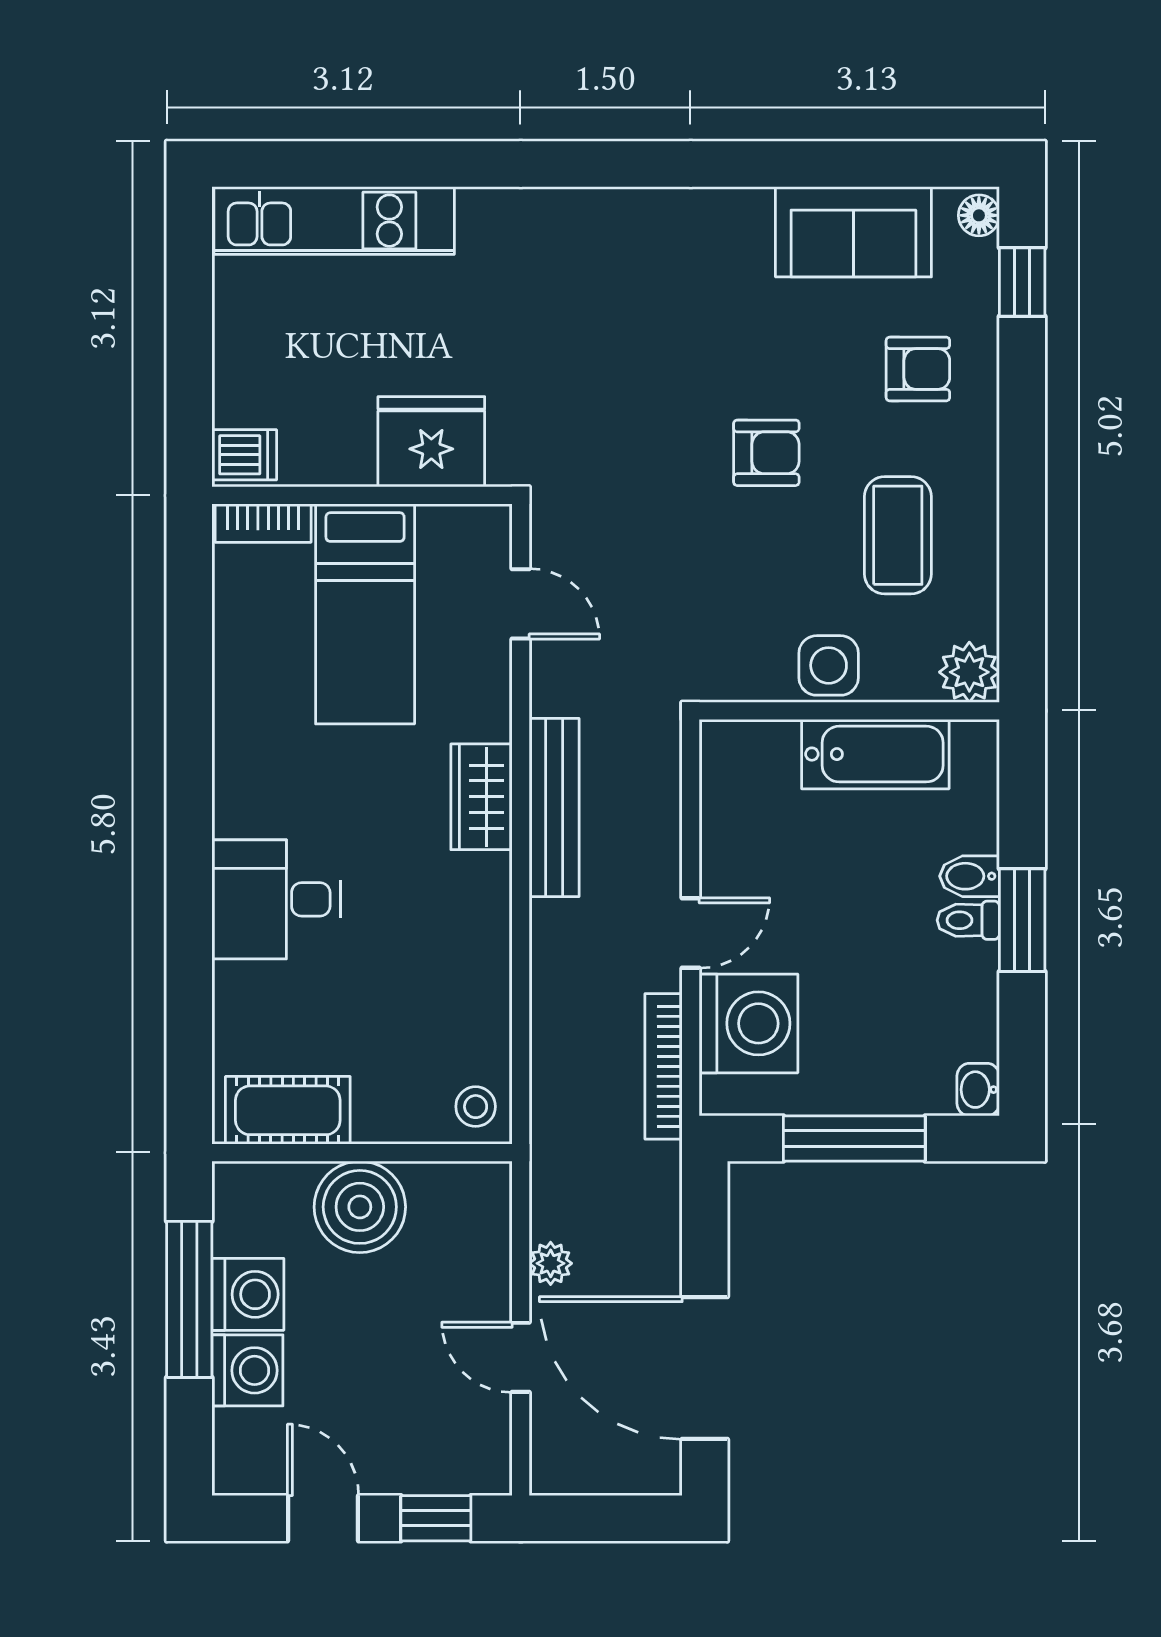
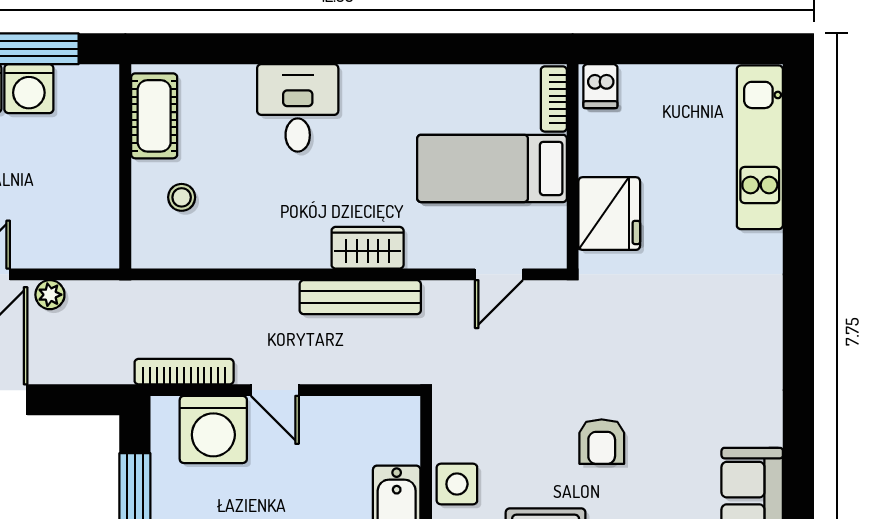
stool: (476, 1107) -> (182, 197), moved
boiler: (360, 1207) -> (88, 165), removed

